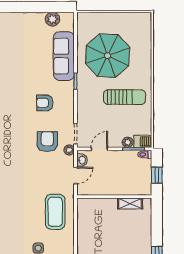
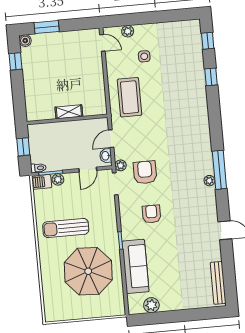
armchair: (45, 103) -> (151, 214), turned -90
armchair: (47, 142) -> (145, 172), turned 180
shelving: (130, 203) -> (69, 112), moved

